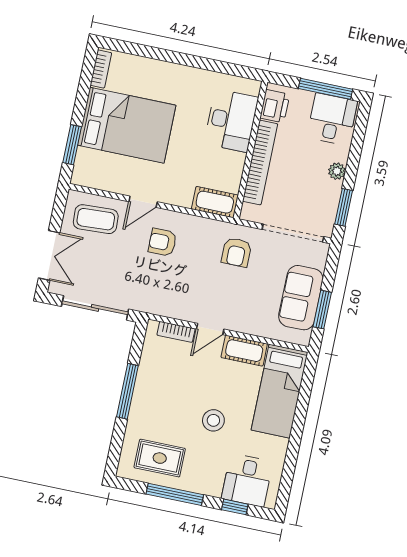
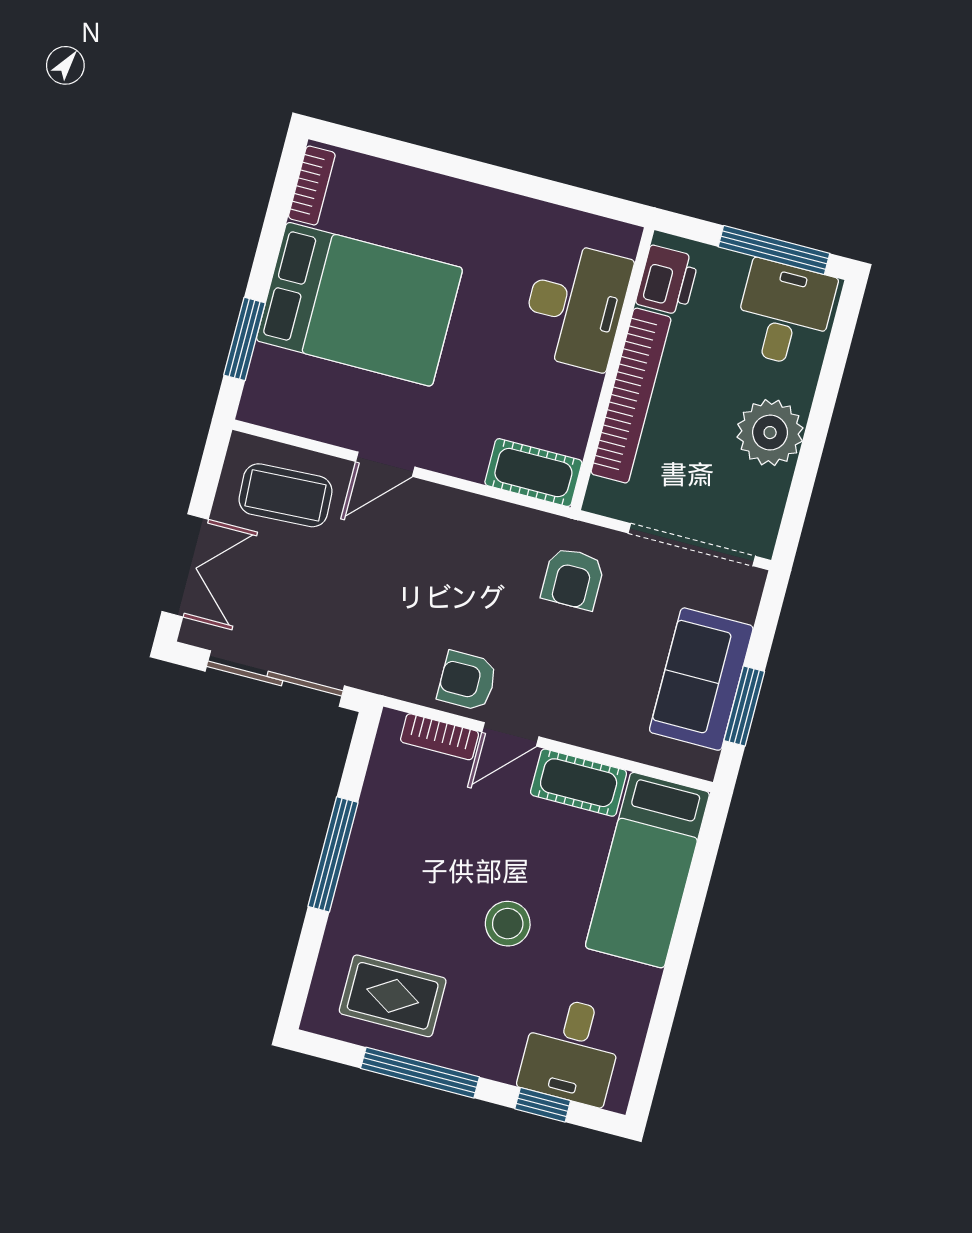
plant: (337, 171) -> (770, 433), width x1.87, depth x1.87
window: (344, 207) -> (799, 497), removed
armchair: (162, 242) -> (467, 681), moved

